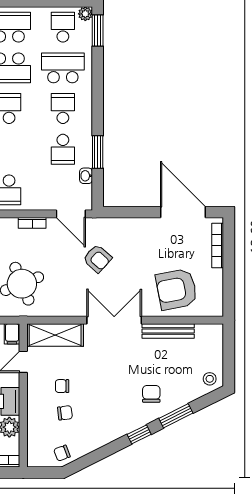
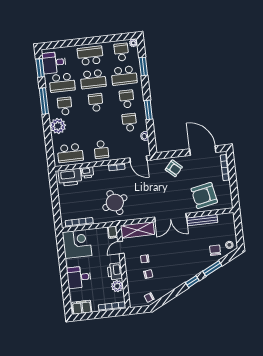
window: (98, 30) -> (143, 66), moved
school desk: (63, 68) -> (124, 76), turned 180
school desk: (63, 149) -> (129, 122), turned 180
window: (98, 152) -> (148, 110), moved
armchair: (97, 258) -> (174, 168), moved
double door: (114, 320) -> (170, 217), swing flipped
chair: (151, 394) -> (215, 250), moved

